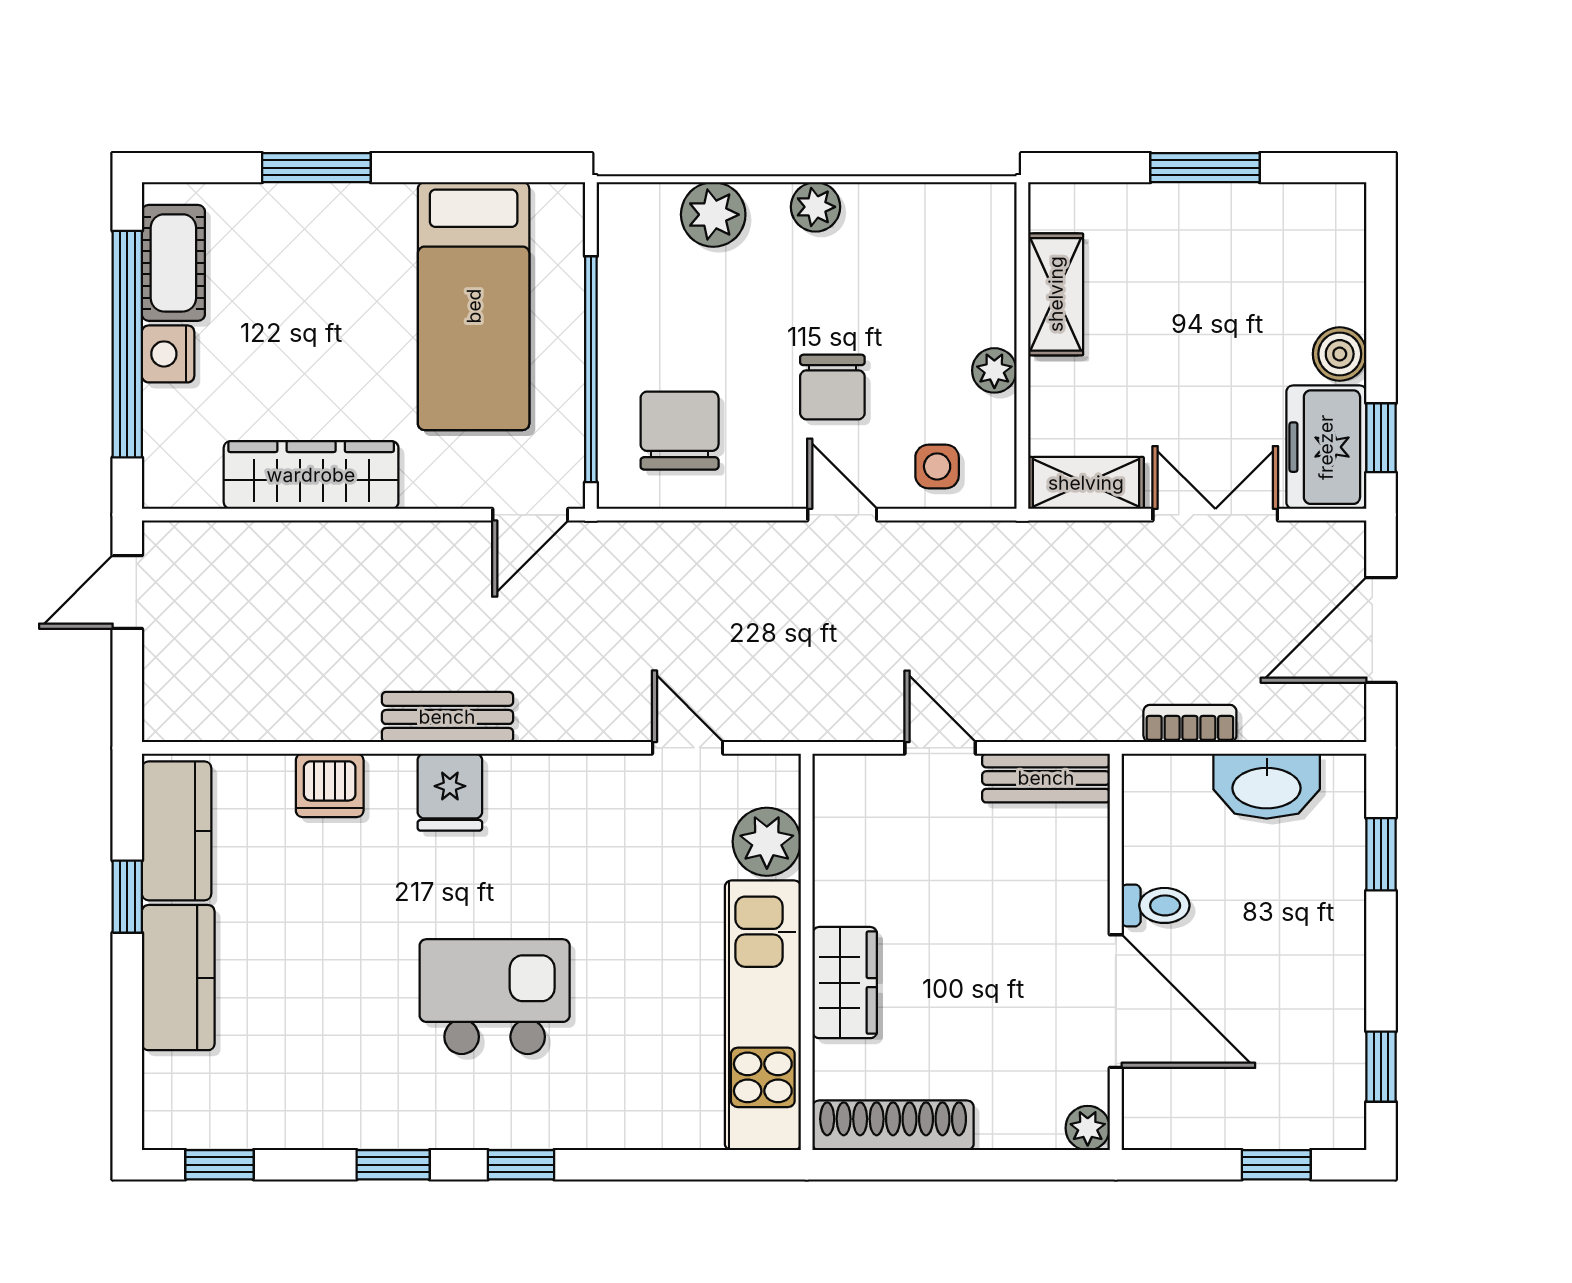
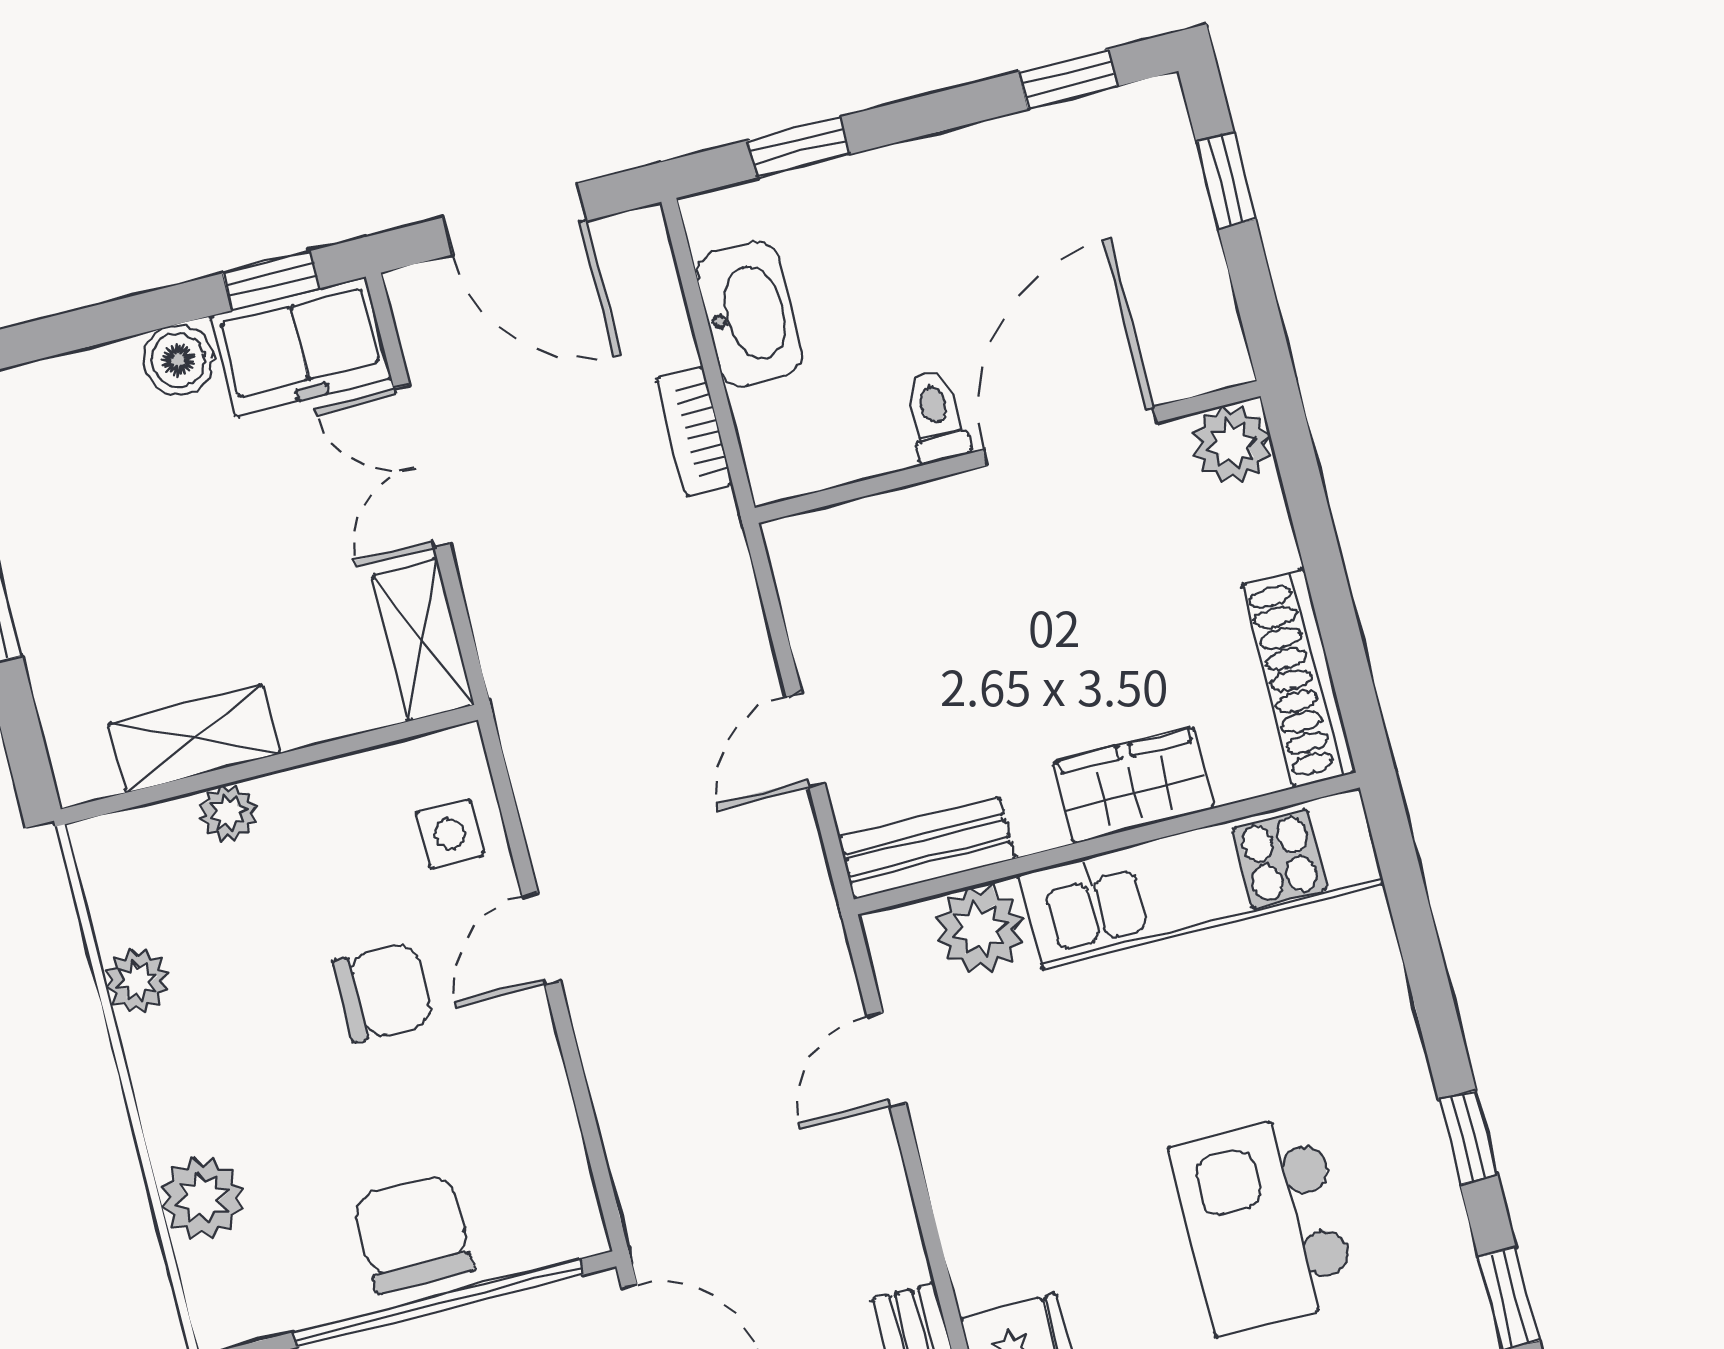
plant: (816, 207) -> (137, 981), moved
plant: (994, 370) -> (228, 813), moved
chair: (680, 431) -> (413, 1234), moved, turned 90
bench: (1046, 778) -> (927, 848), moved, turned 90
plant: (1088, 1128) -> (1232, 444), width x1.38, depth x1.38

